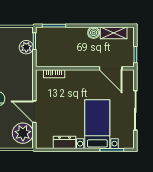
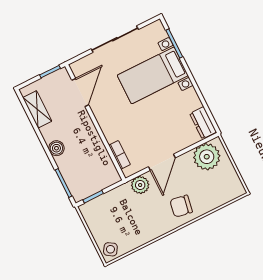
boiler: (94, 33) -> (56, 148), moved
plant: (26, 47) -> (140, 185), moved
door: (34, 112) -> (162, 162), moved
dresser: (65, 142) -> (203, 123), moved

